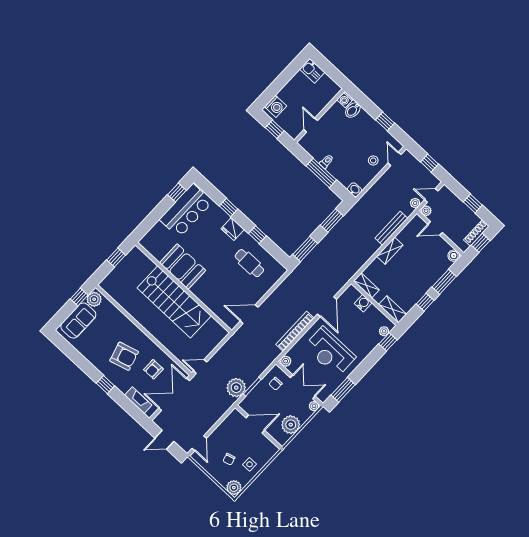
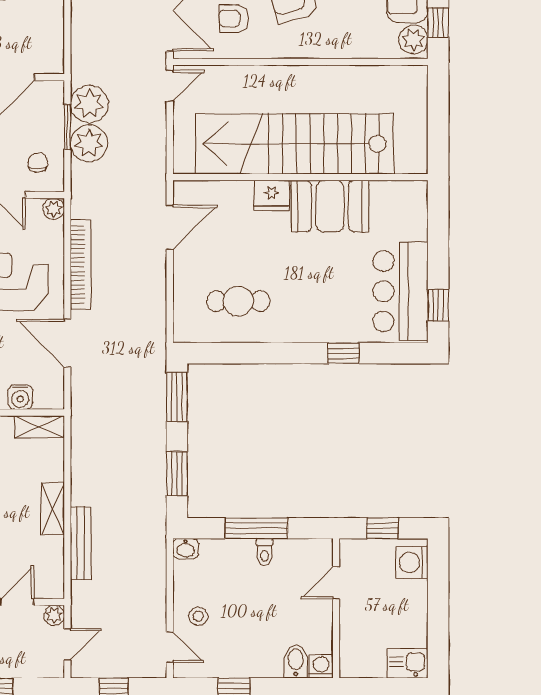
door: (311, 125) -> (336, 583), swing flipped
plant: (415, 203) -> (89, 143), moved, width x1.87, depth x1.87
fridge: (233, 229) -> (272, 195), moved, turned 180
window: (257, 235) -> (265, 353), removed
window: (116, 257) -> (438, 130), removed
stairs: (174, 302) -> (294, 144), width x1.36
armchair: (153, 369) -> (233, 19), turned -90

